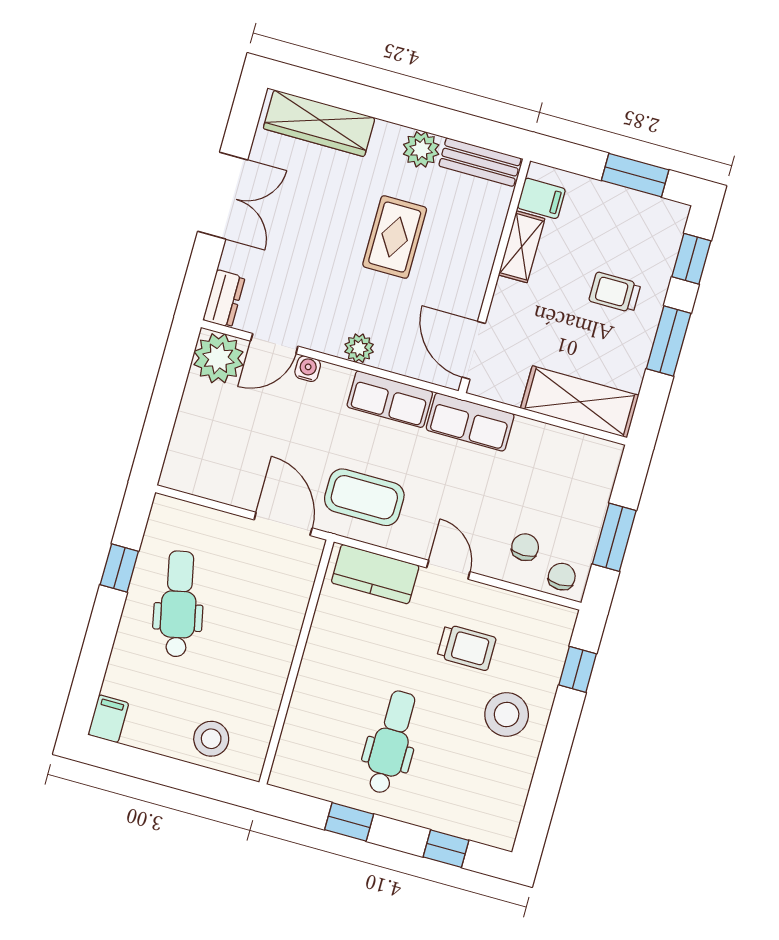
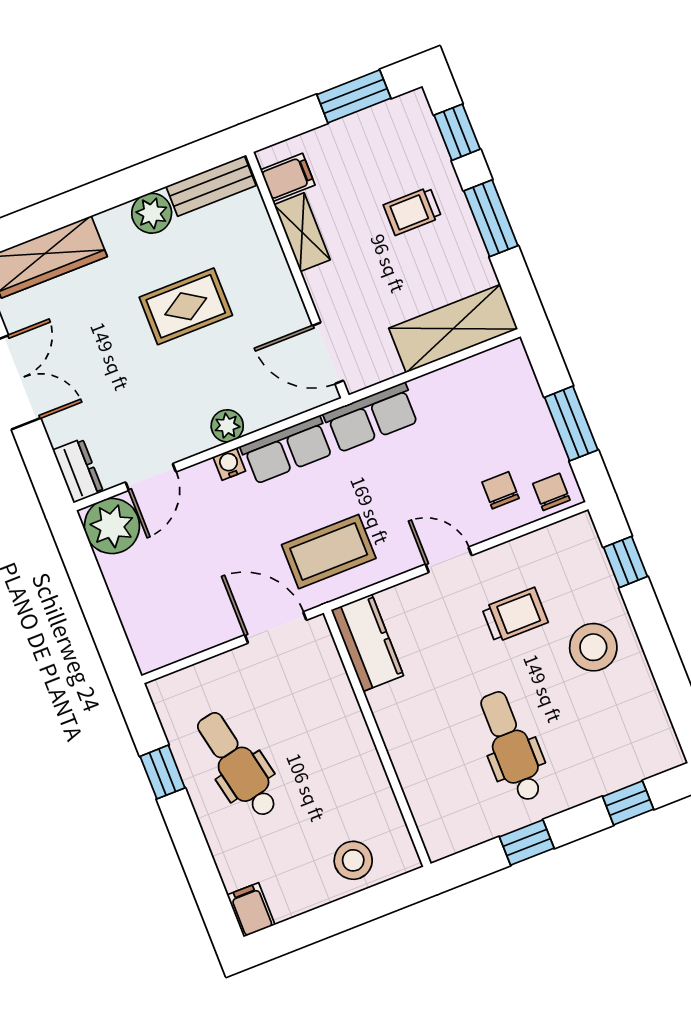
rug: (395, 237) -> (186, 306), turned 90
water cooler: (308, 369) -> (229, 464), moved
kitchen counter: (375, 574) -> (367, 643), moved, turned -90

